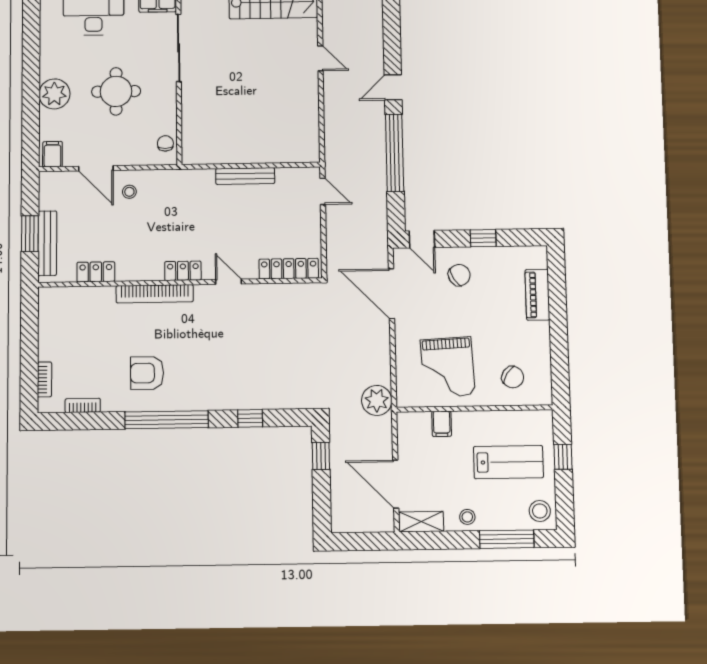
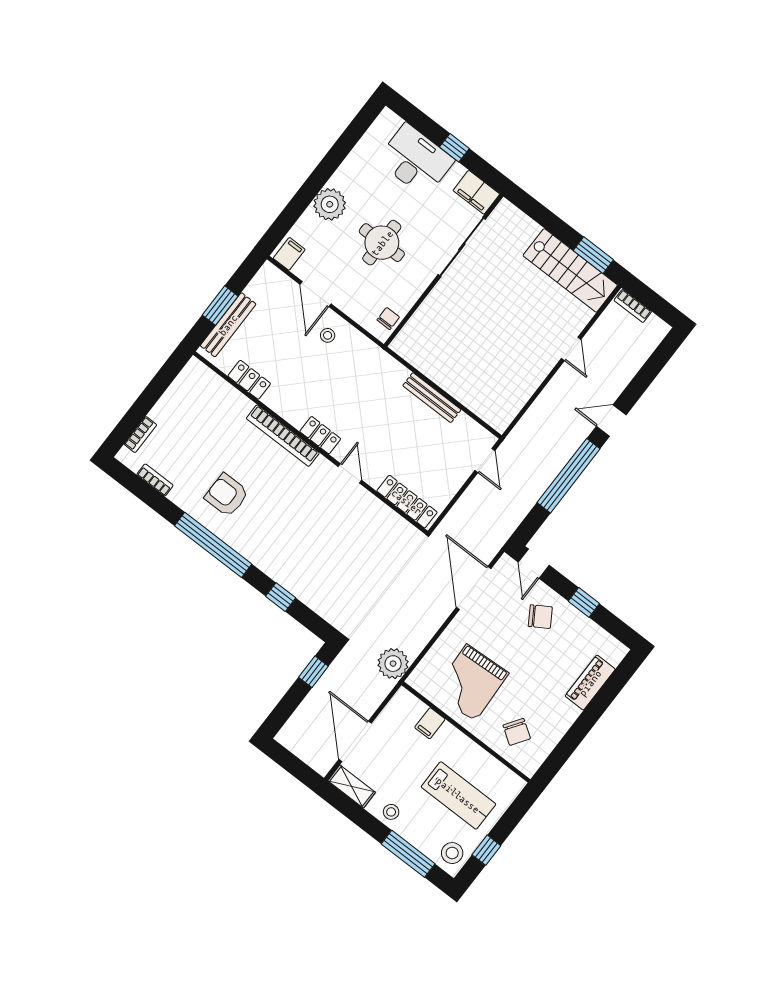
window: (563, 457) -> (486, 850), moved

